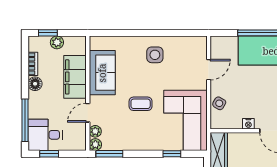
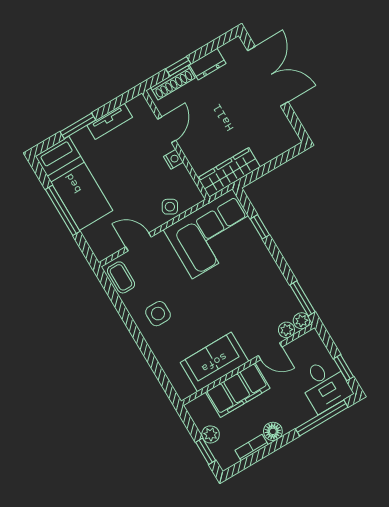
coffee table: (141, 104) -> (121, 277), moved

